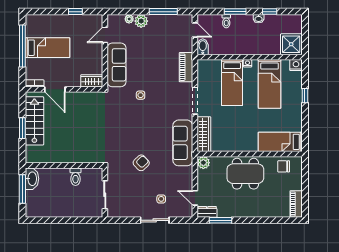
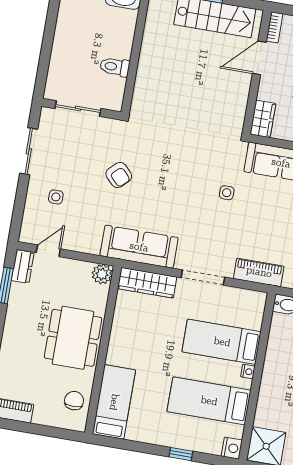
sliding door: (155, 220) -> (29, 151), moved

